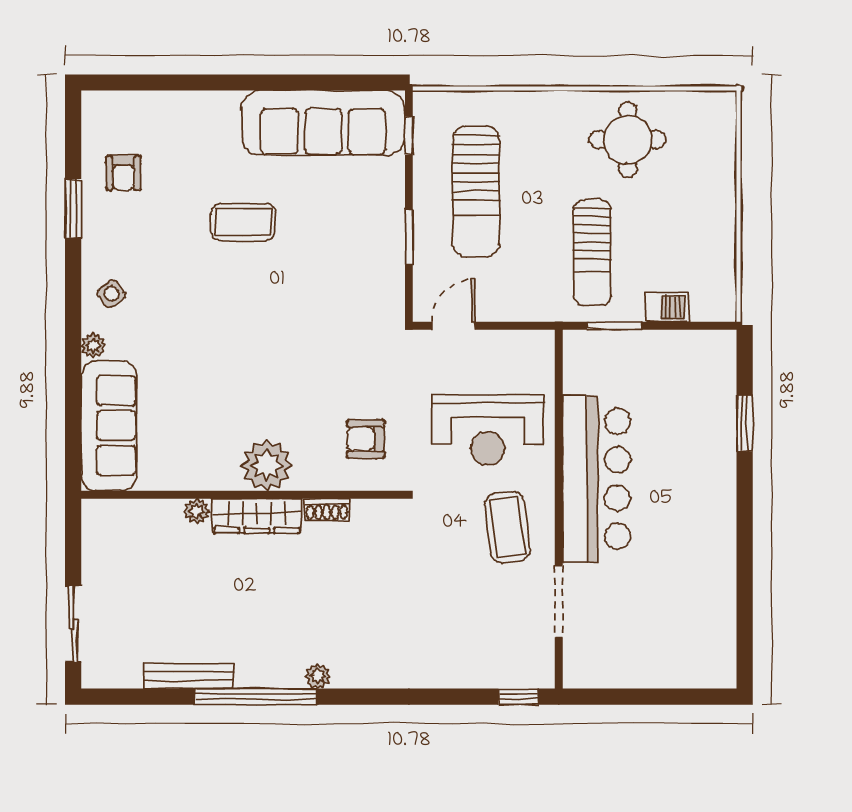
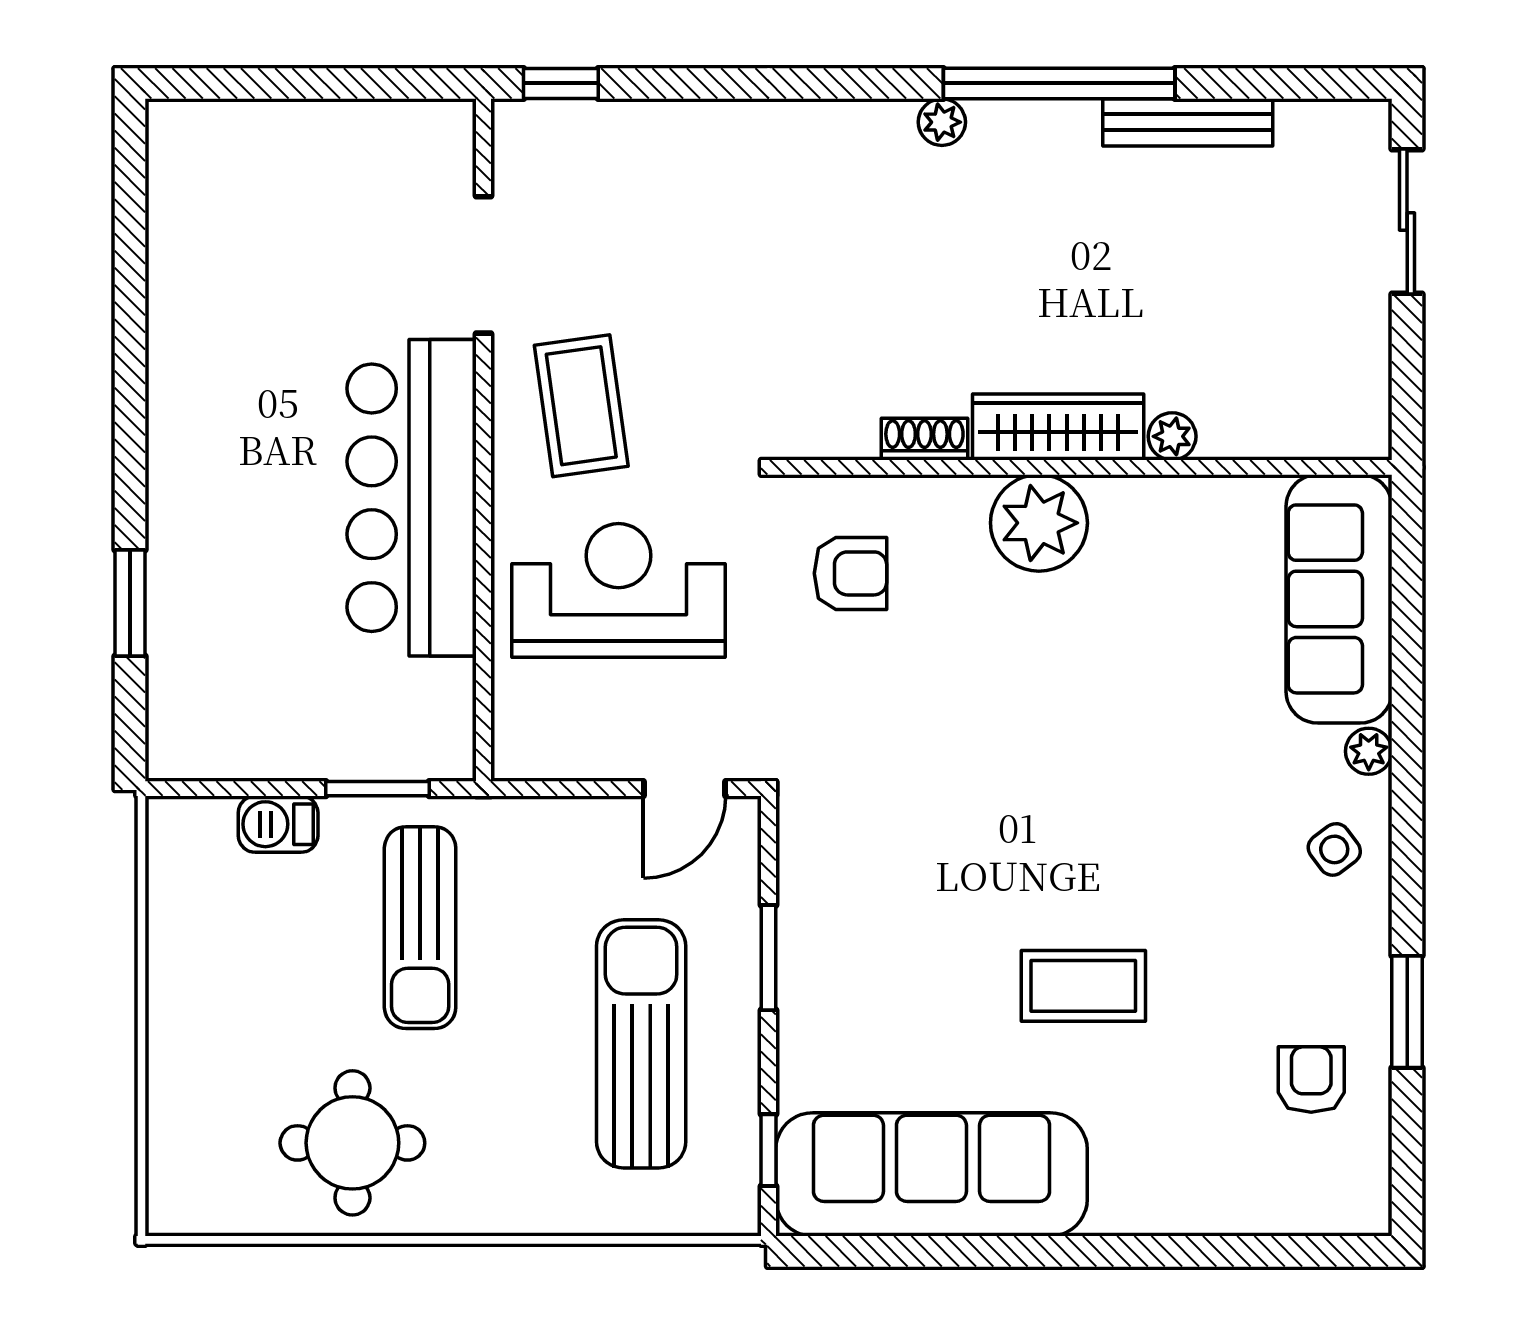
sun lounger: (592, 253) -> (420, 928), turned 180

